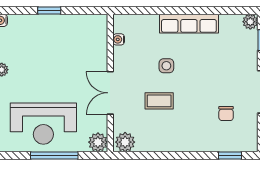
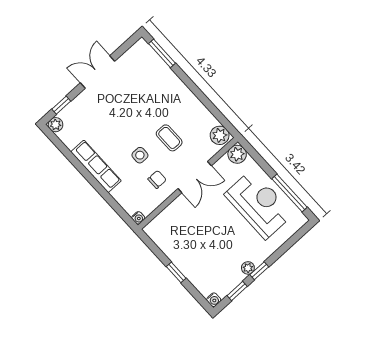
water cooler: (119, 39) -> (138, 218), moved
chair: (226, 113) -> (157, 179), moved
window: (54, 155) -> (289, 193), moved
window: (230, 155) -> (162, 53), width x1.50

